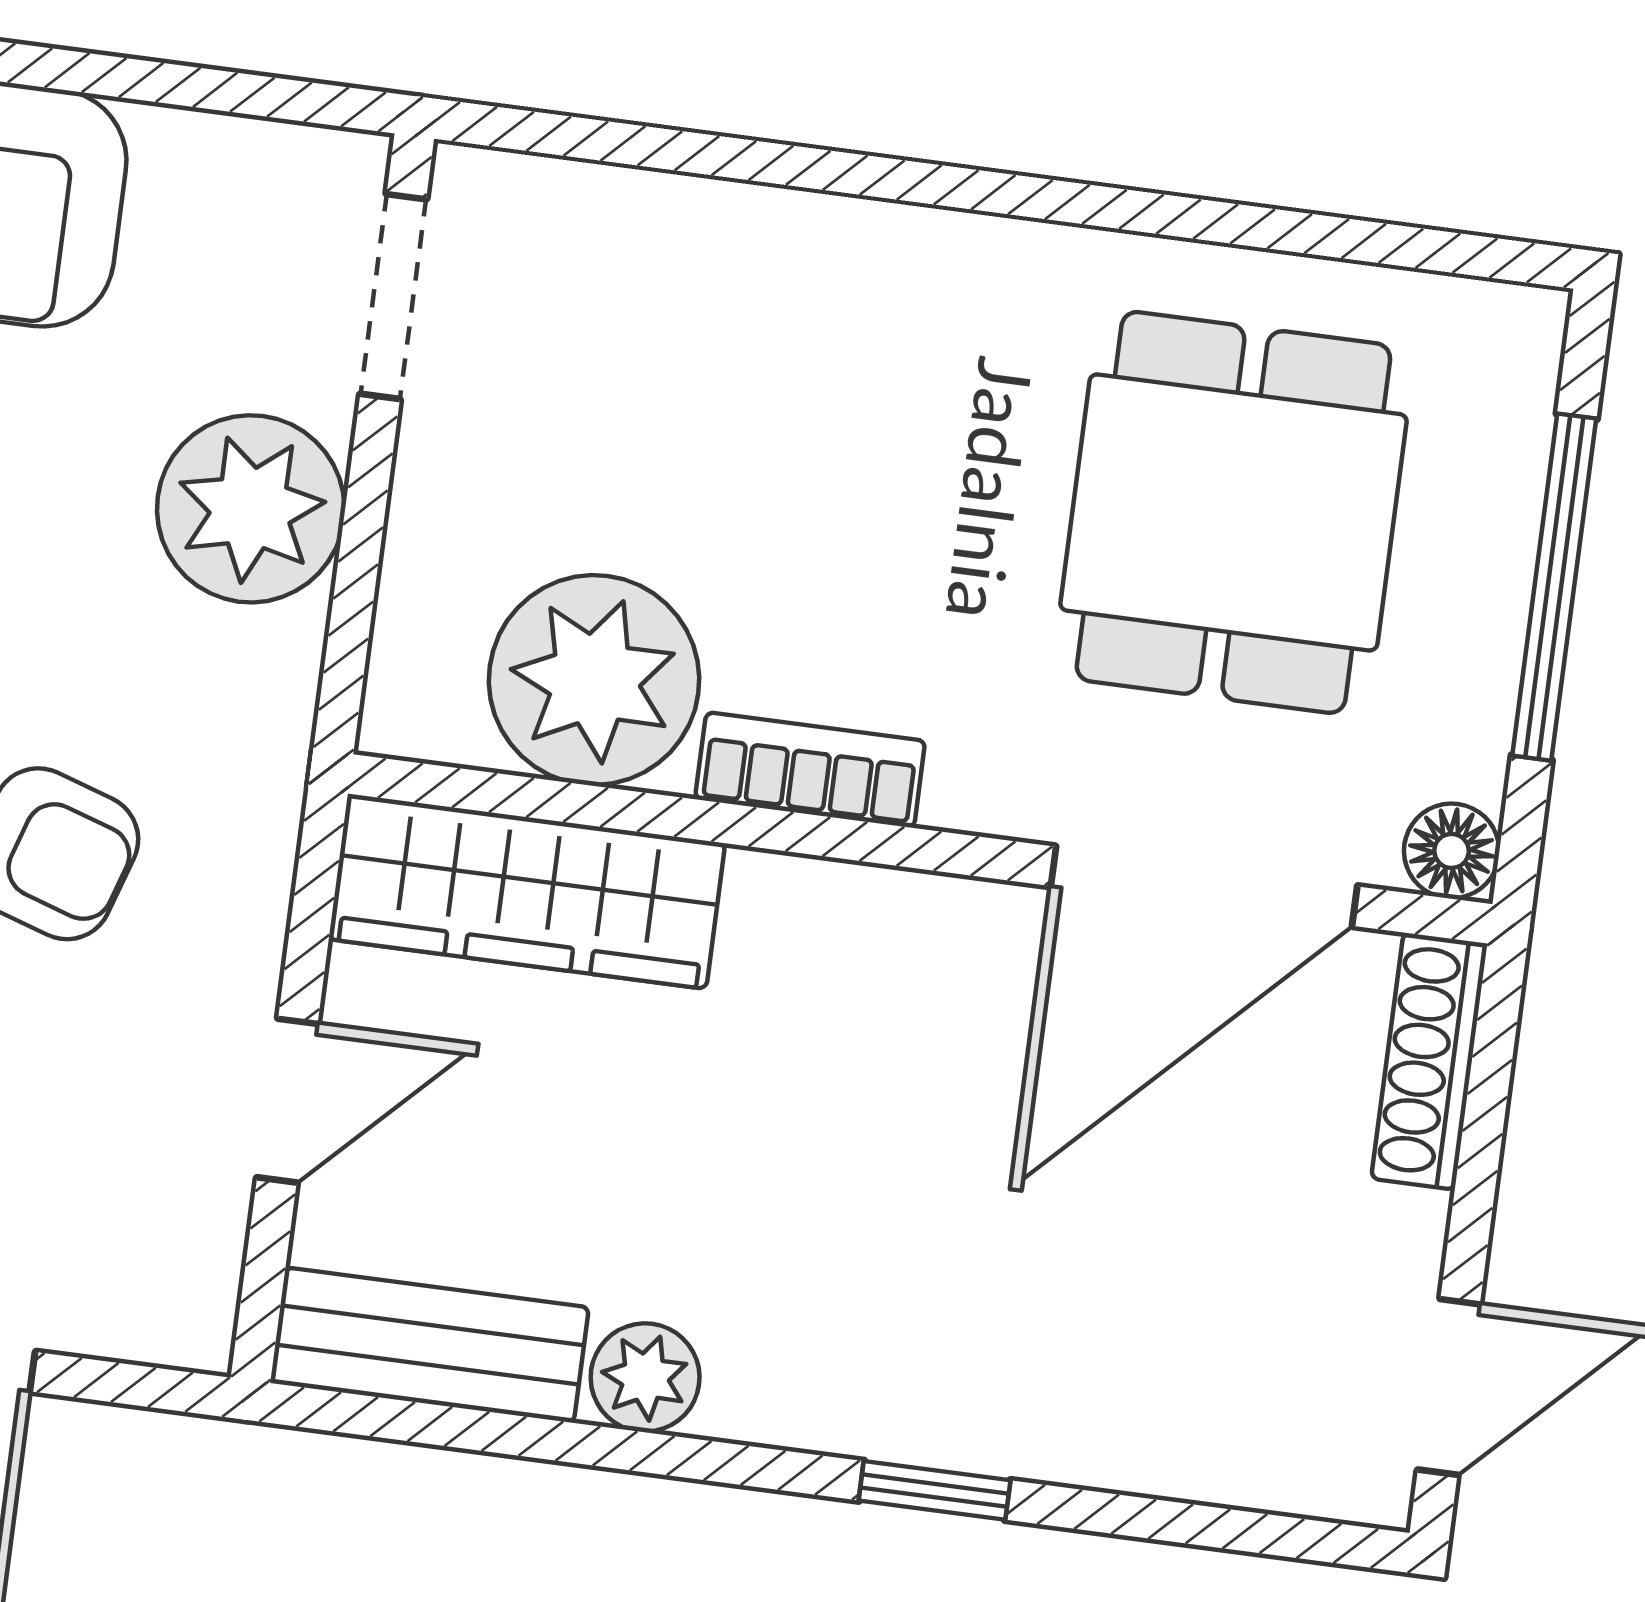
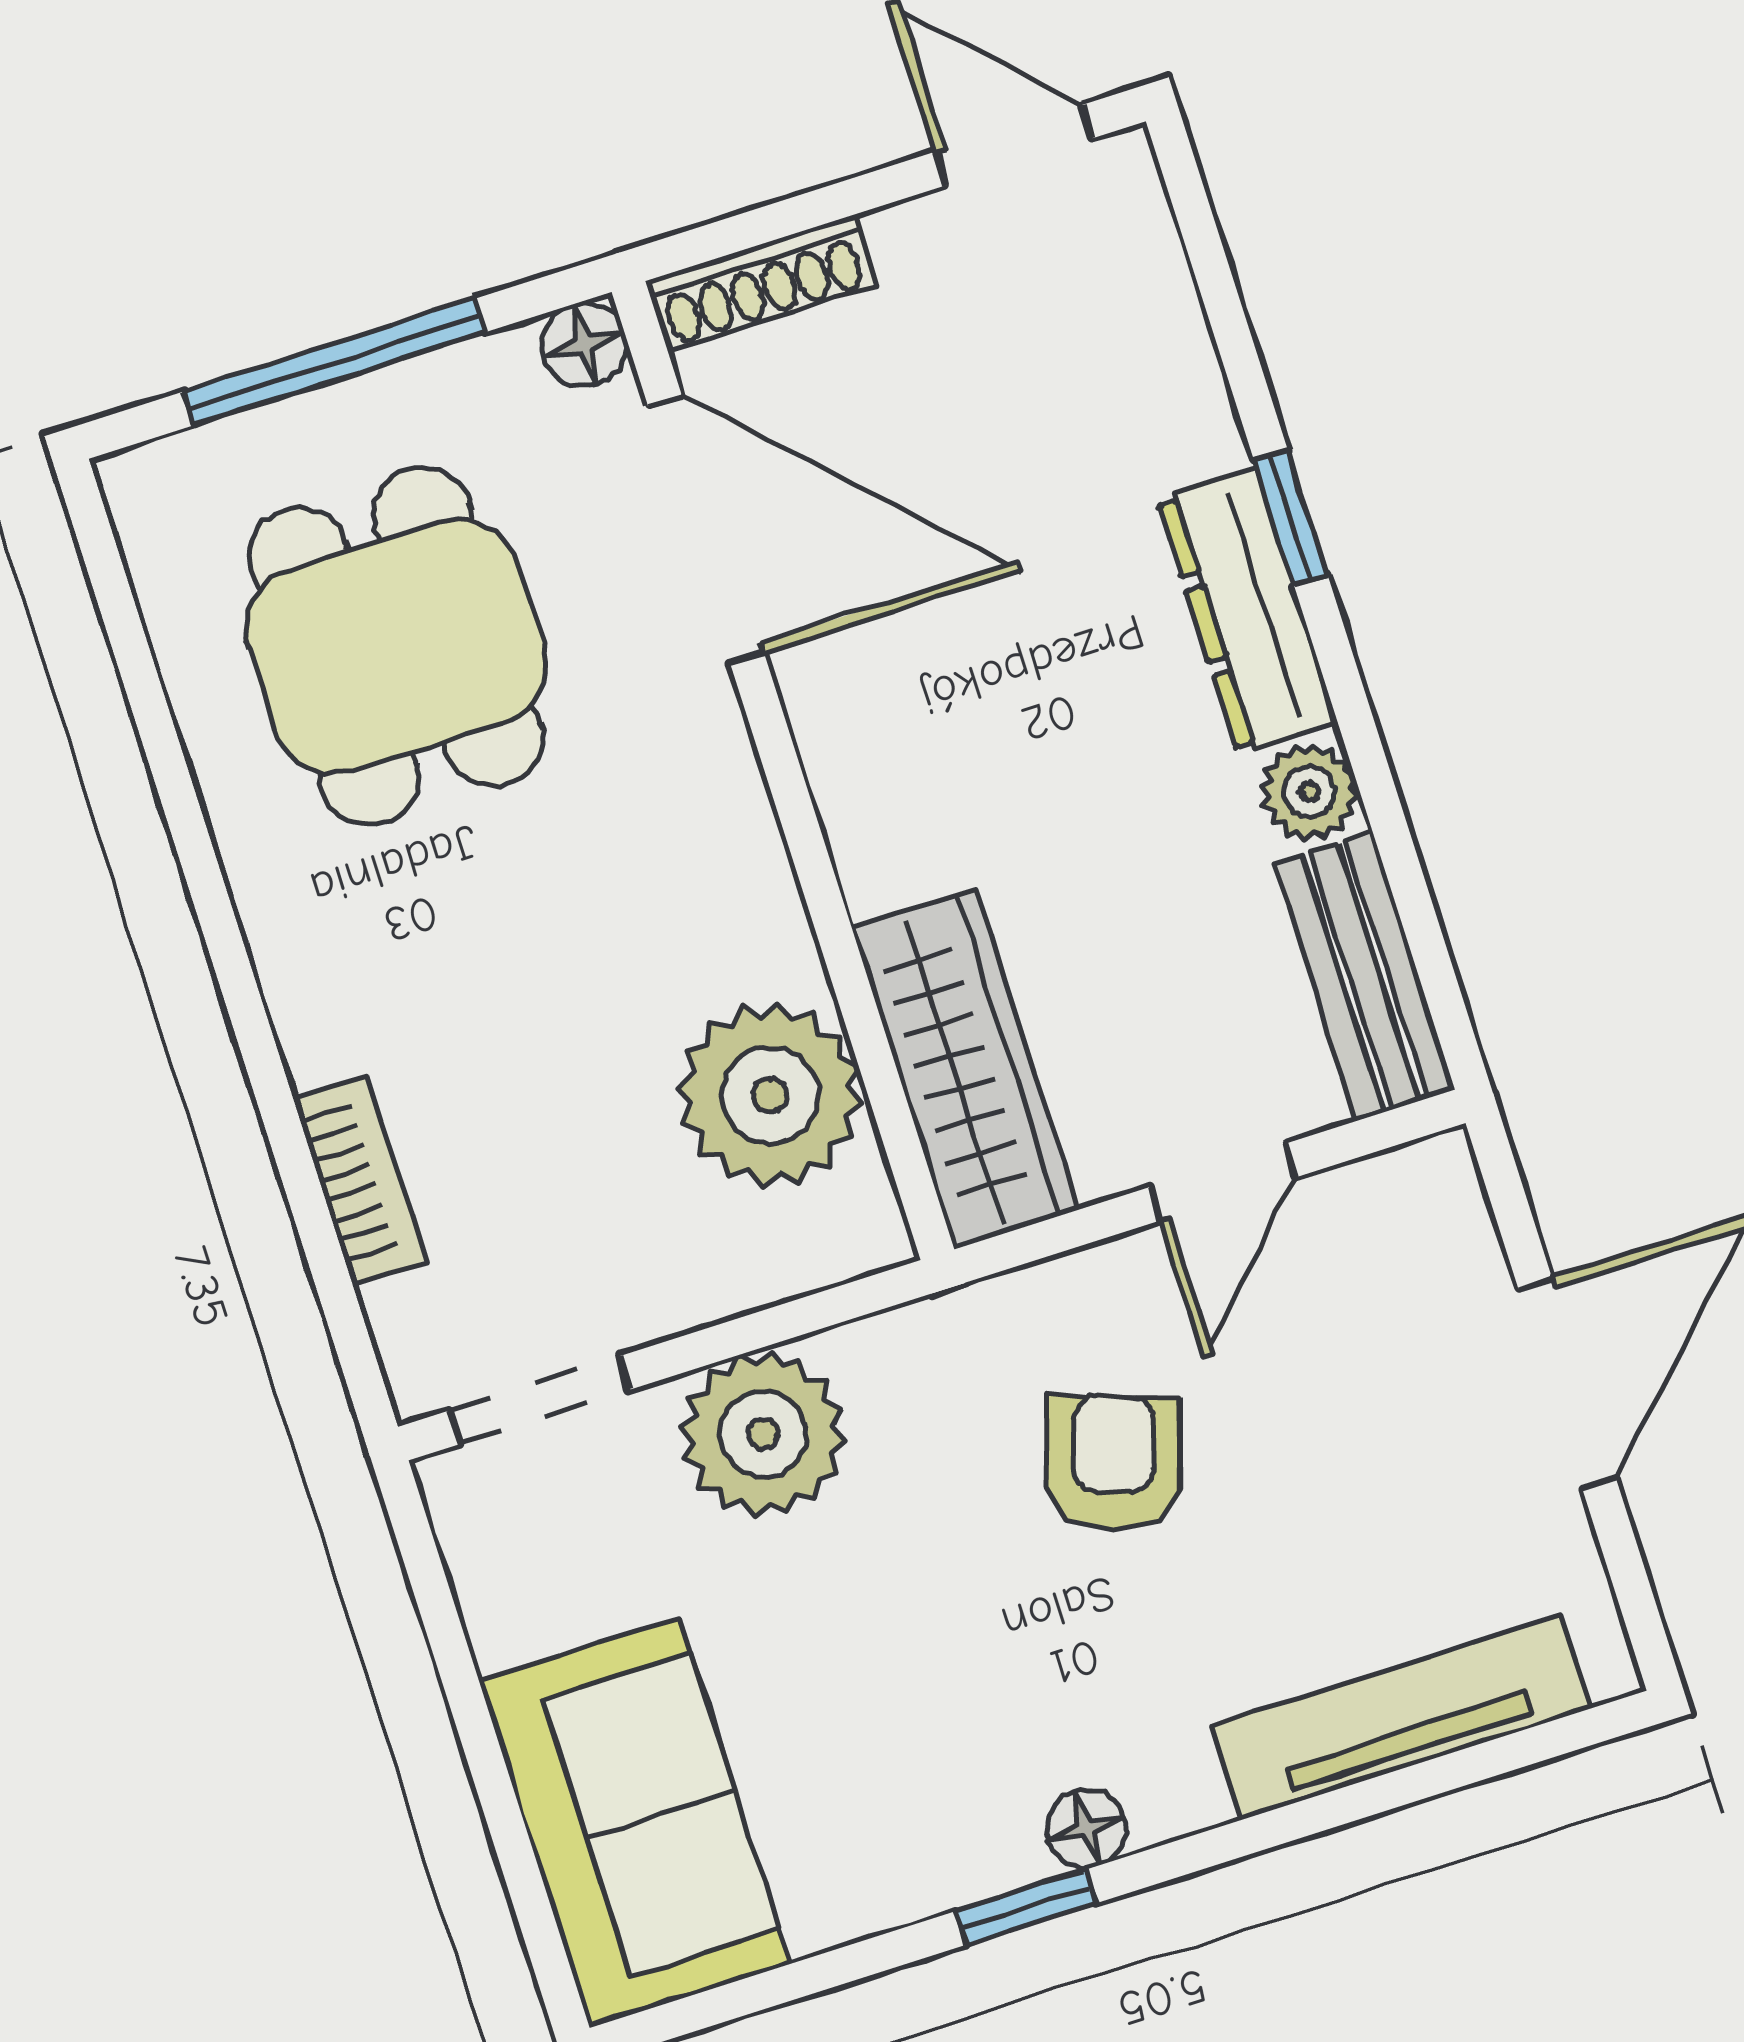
dining table: (1233, 512) -> (396, 647), turned 90
bookcase: (810, 770) -> (360, 1179), moved, turned 180
door: (287, 1101) -> (1223, 1182), swing flipped
dresser: (861, 1401) -> (1247, 611), added

